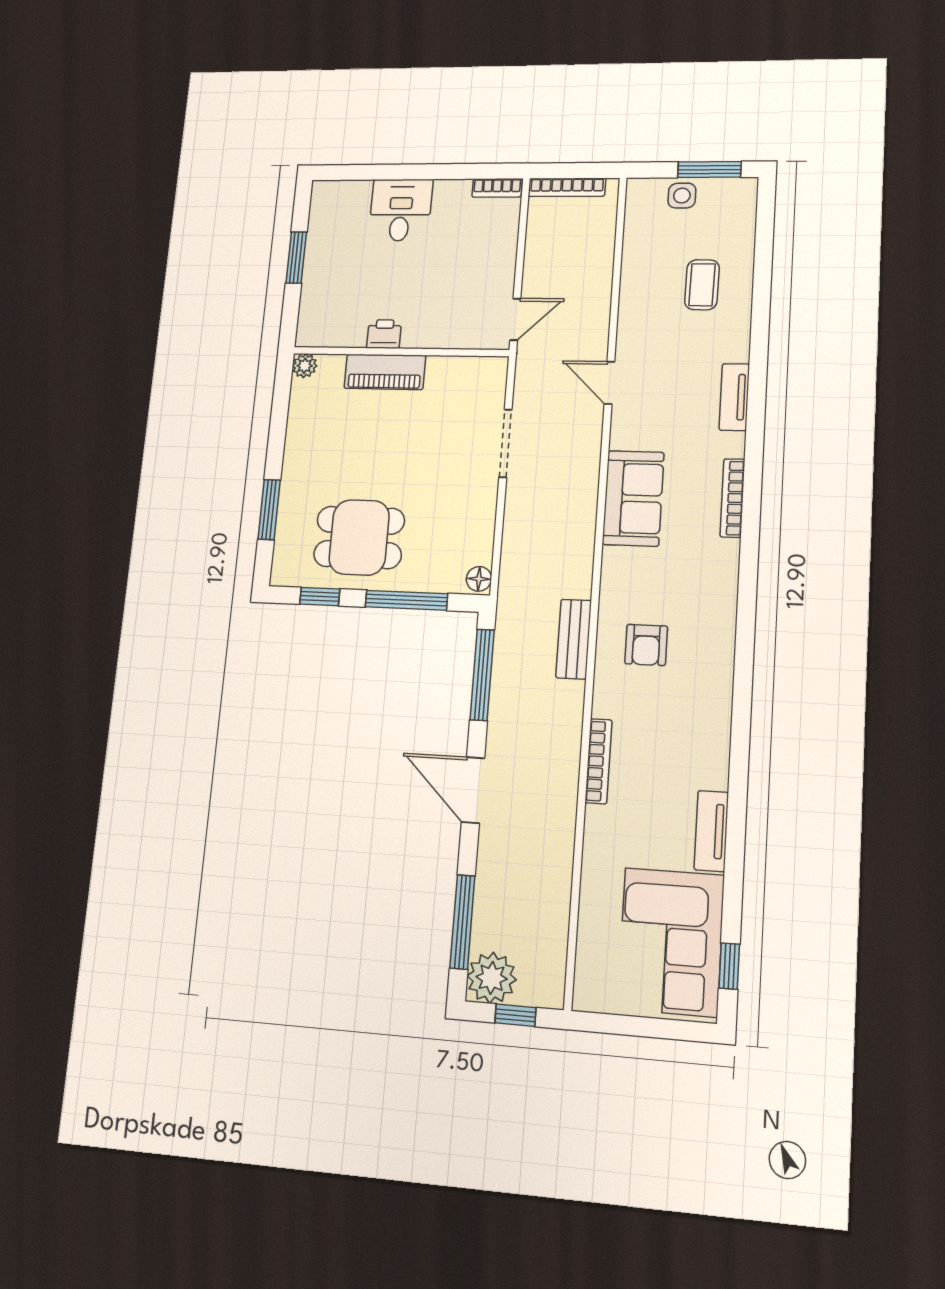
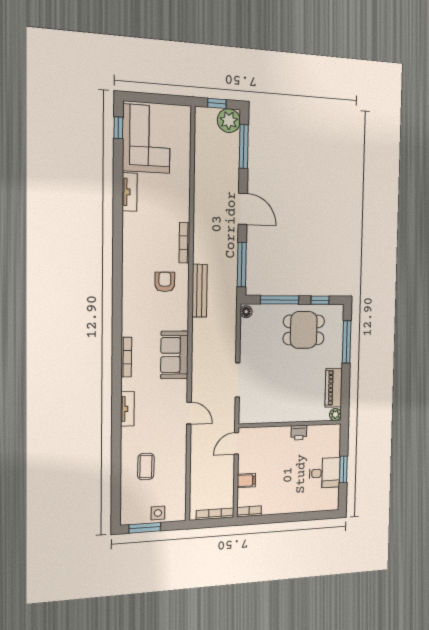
desk: (401, 210) -> (325, 473), moved, turned -90
filing cabinet: (499, 247) -> (246, 481), added
piano: (385, 372) -> (334, 388), moved, turned -90
window: (269, 510) -> (347, 342), width x1.44
bench: (574, 639) -> (199, 291), width x1.36
bookcase: (599, 761) -> (184, 243), moved

